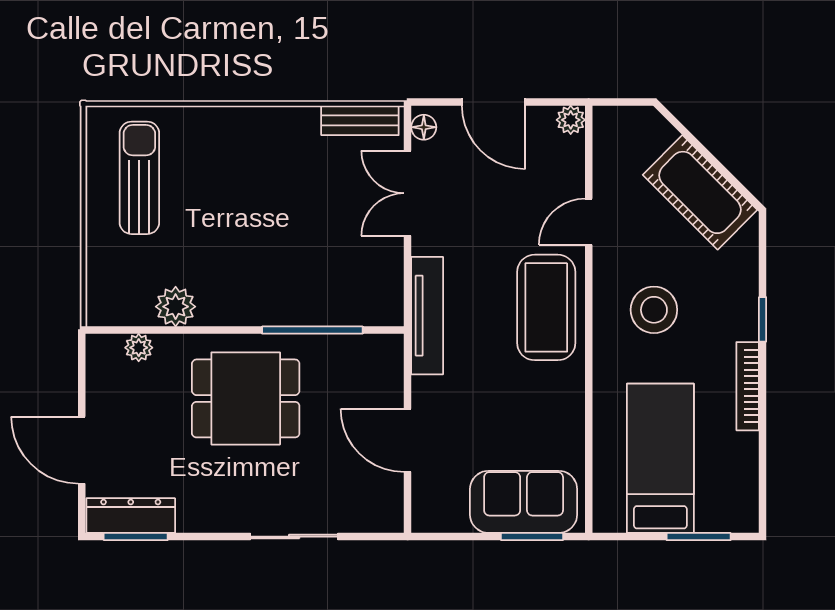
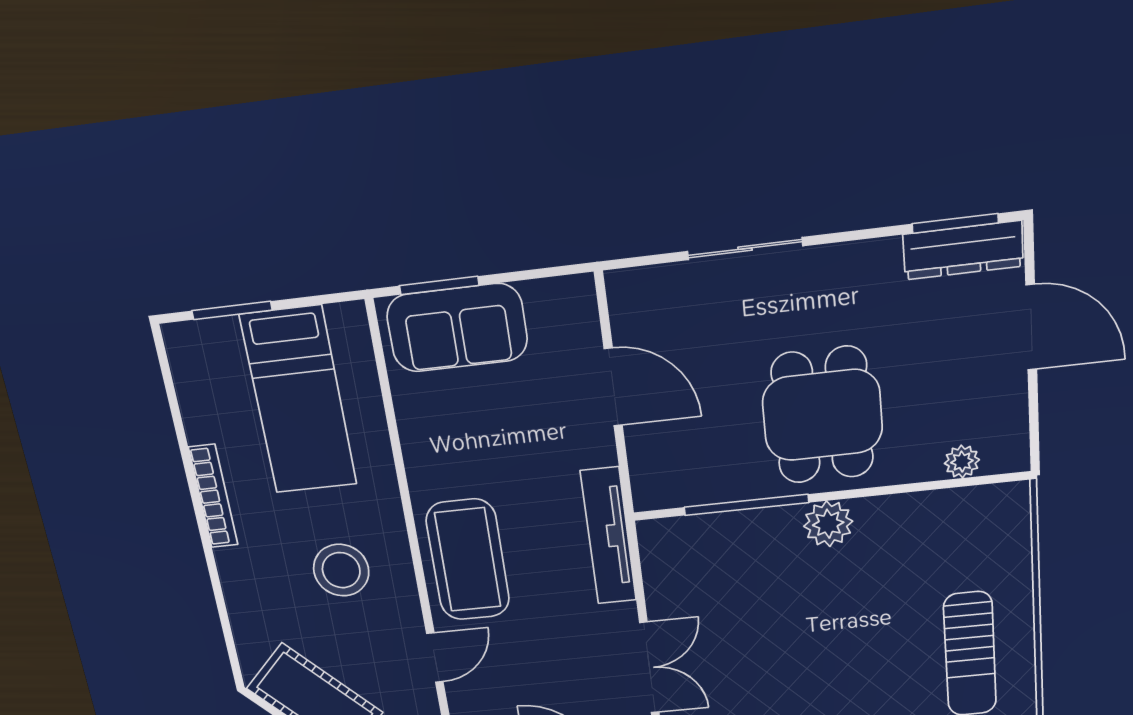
plant: (176, 307) -> (828, 524), moved
window: (763, 319) -> (213, 573), removed
dining table: (246, 398) -> (822, 415), turned 90

